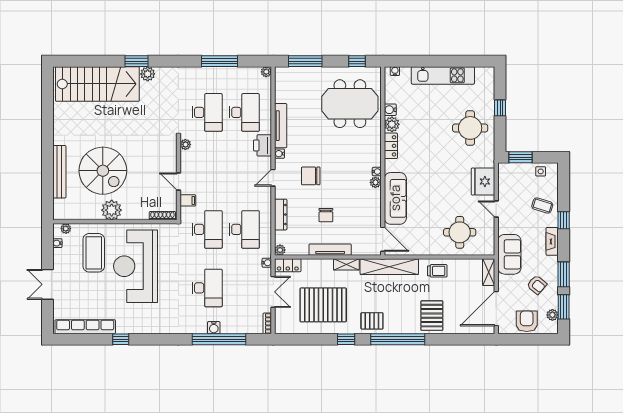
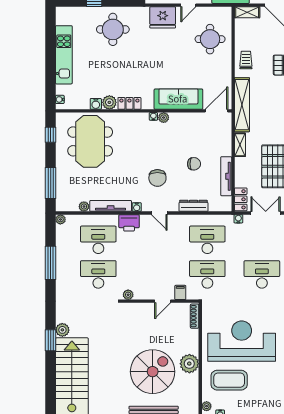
plant: (280, 250) -> (84, 207), moved
tv unit: (330, 250) -> (226, 176), moved
reception desk: (136, 266) -> (242, 341), turned 180

